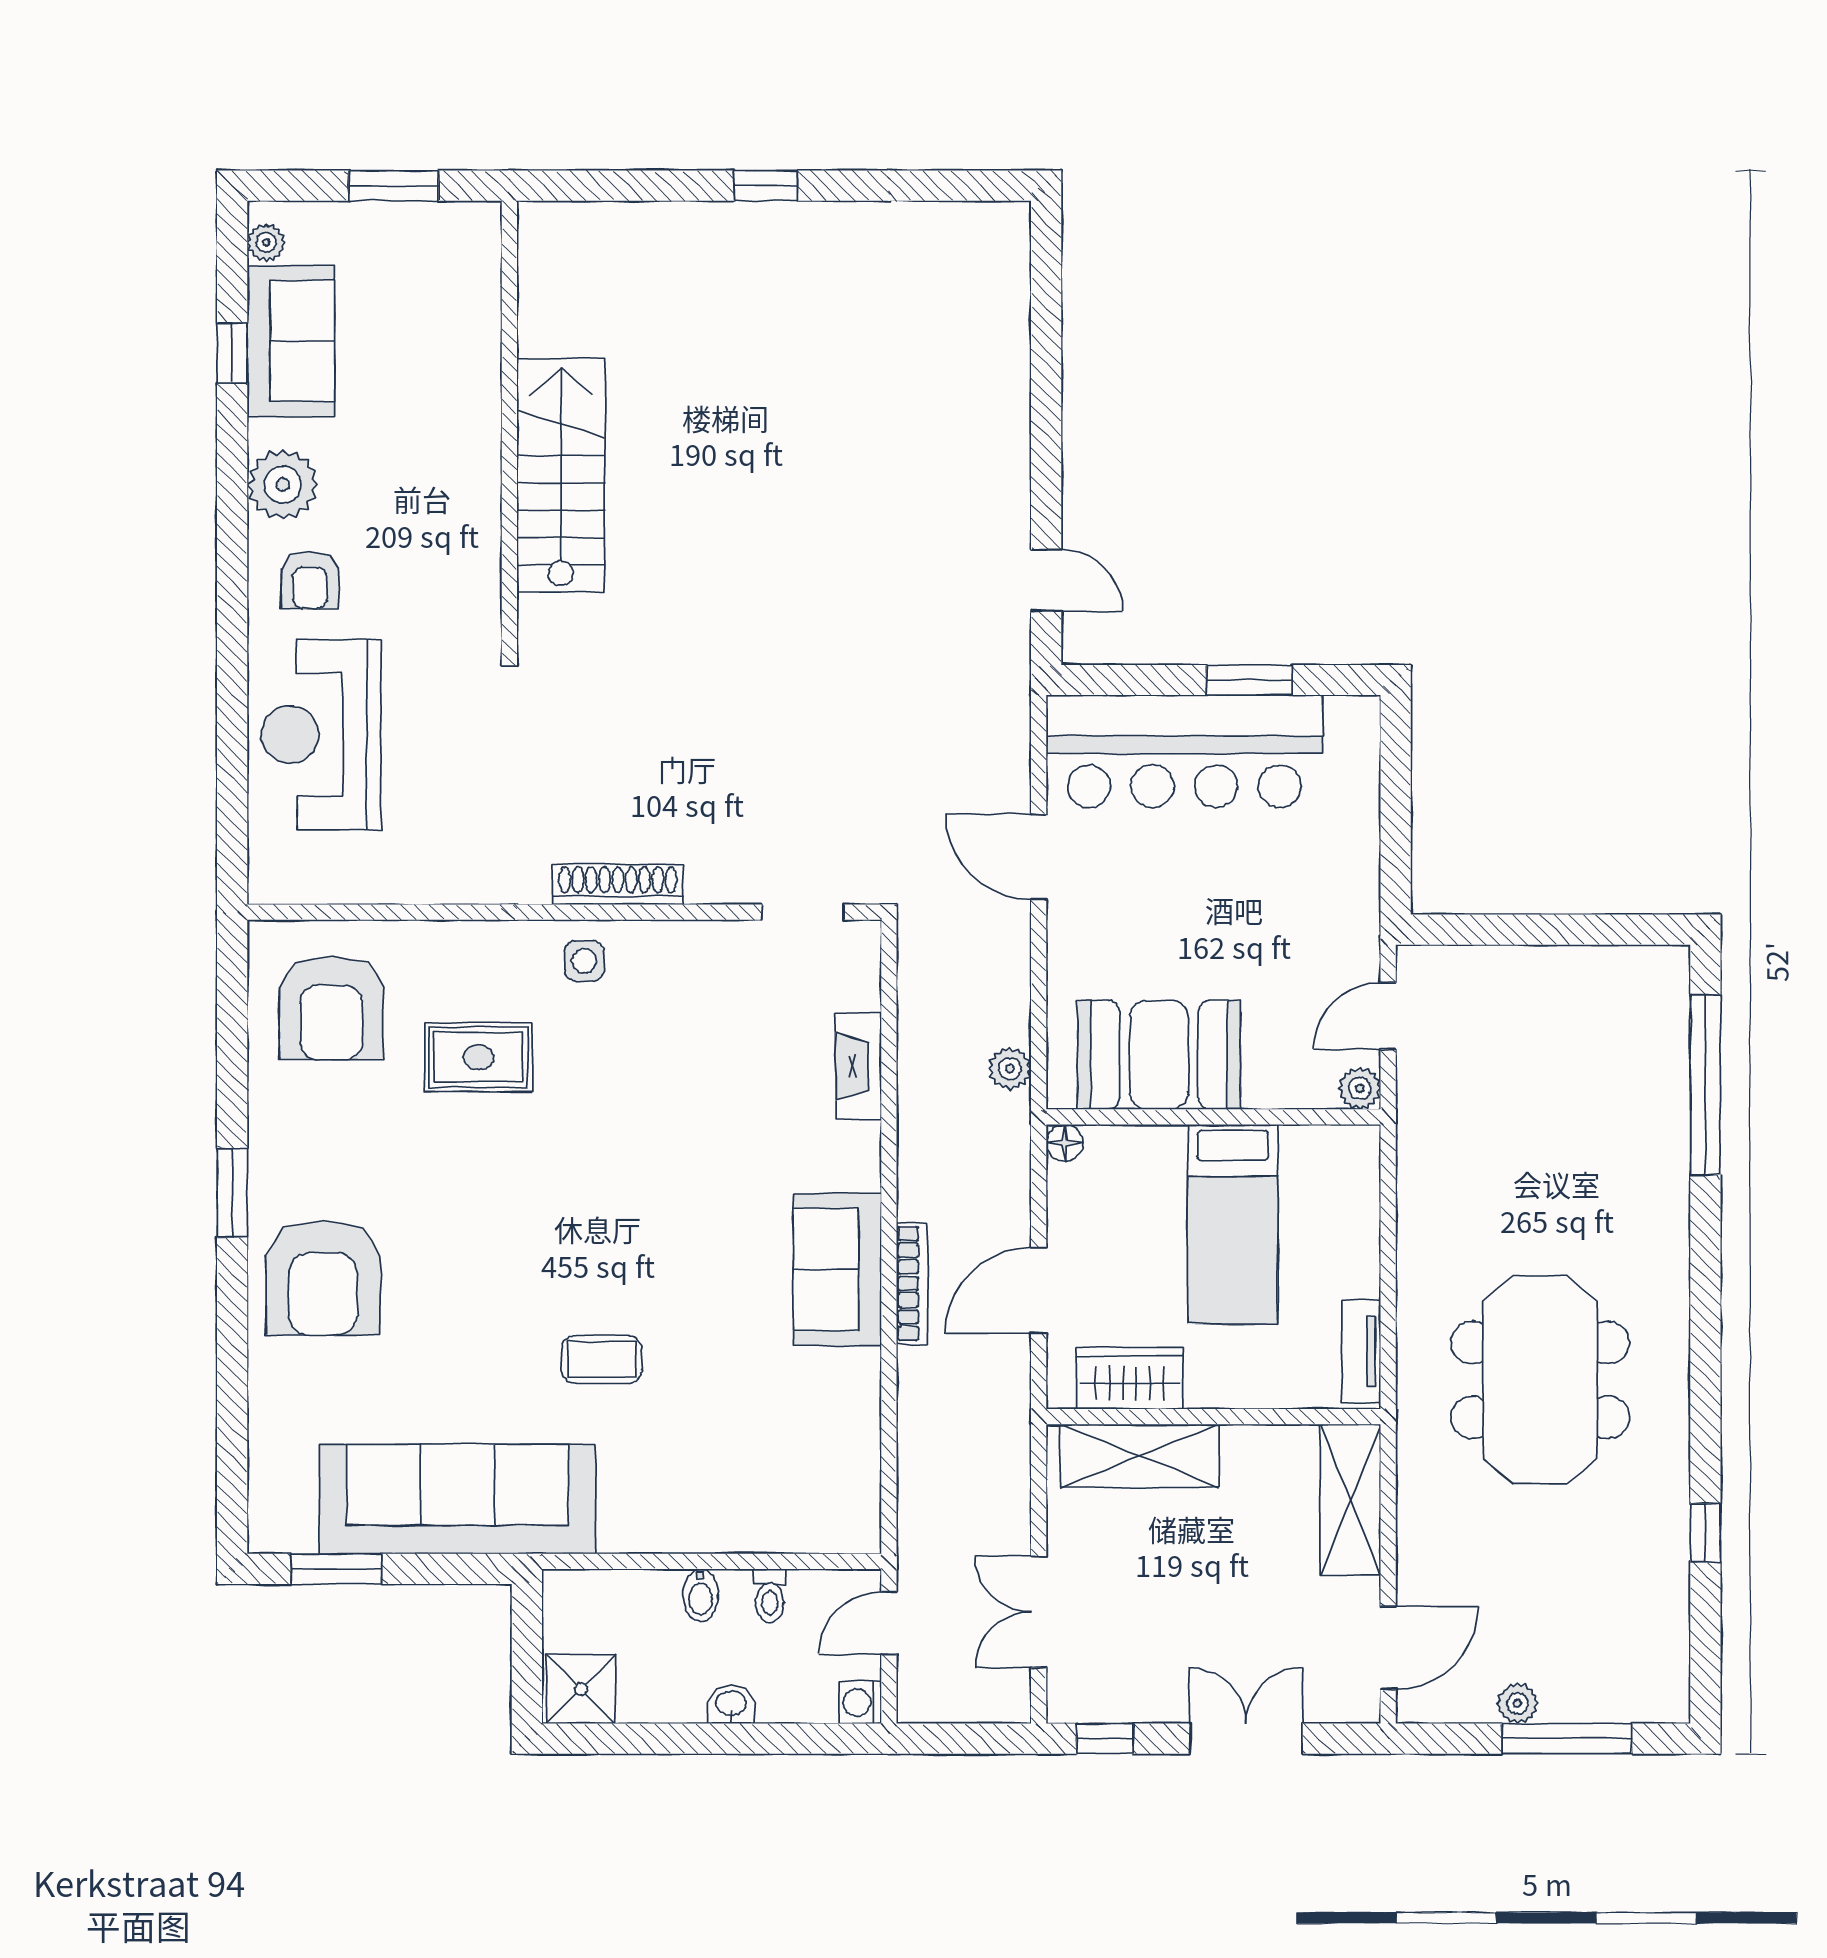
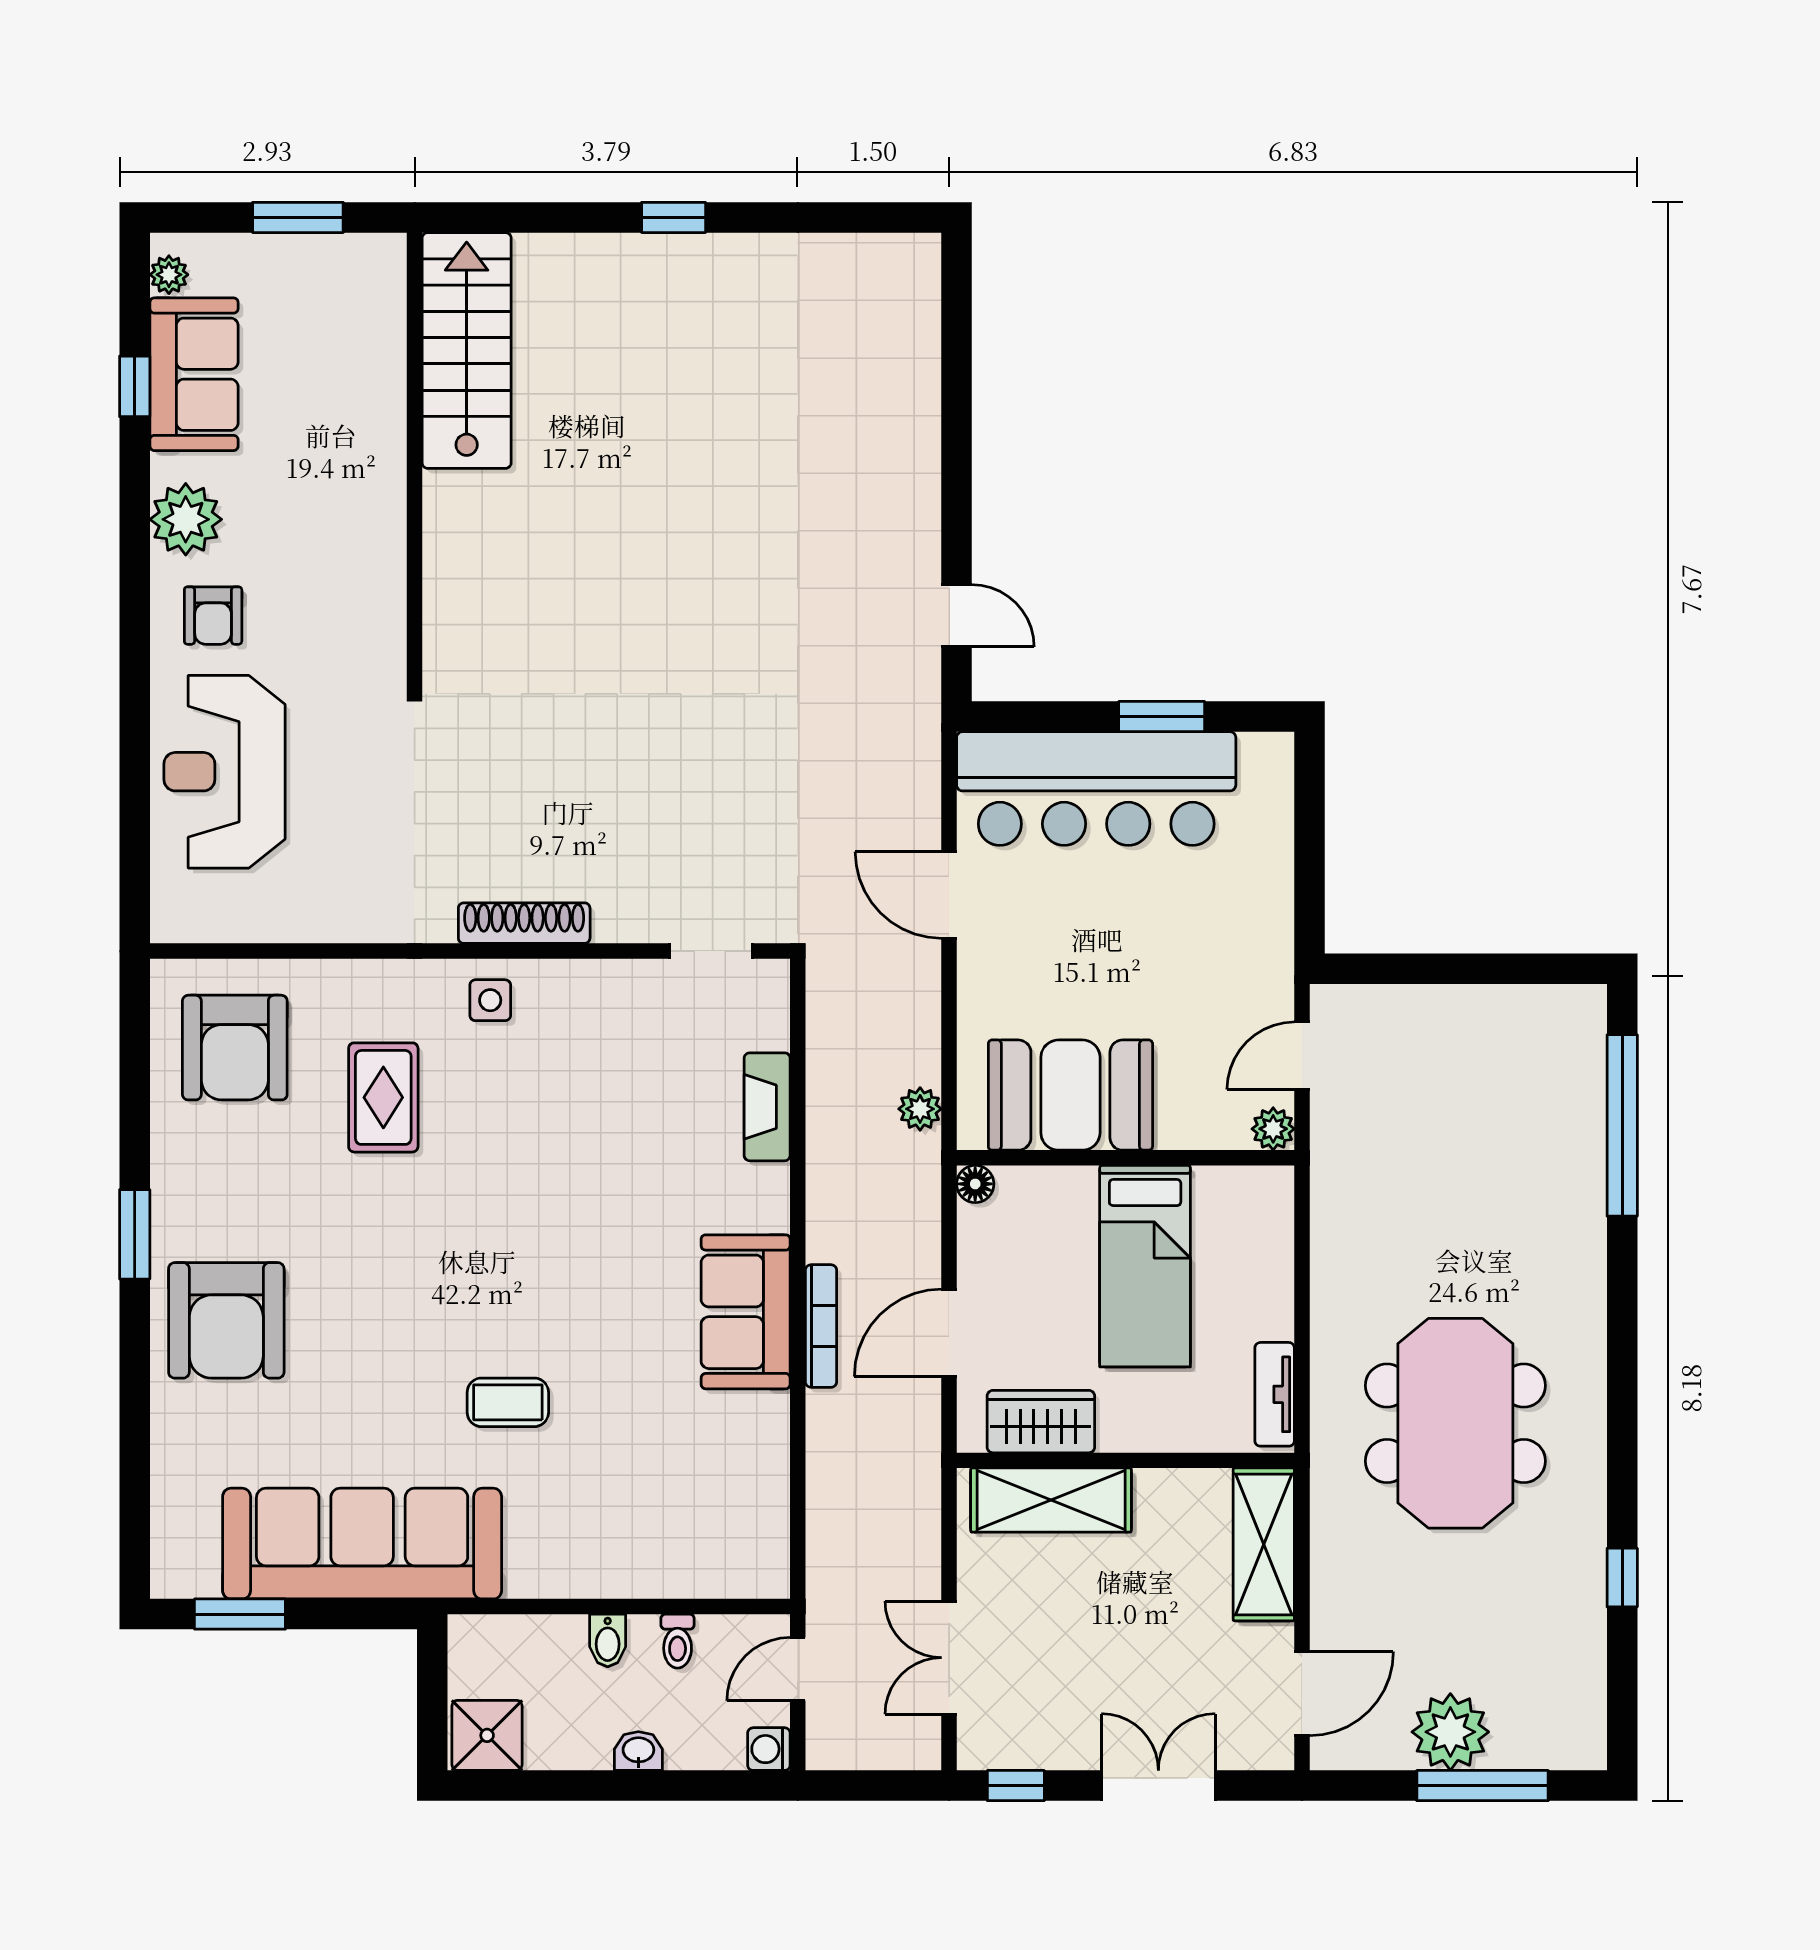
stairs: (561, 475) -> (467, 350), moved
rug: (478, 1057) -> (383, 1097), turned 90
plant: (1517, 1703) -> (1450, 1732), width x1.87, depth x1.87

